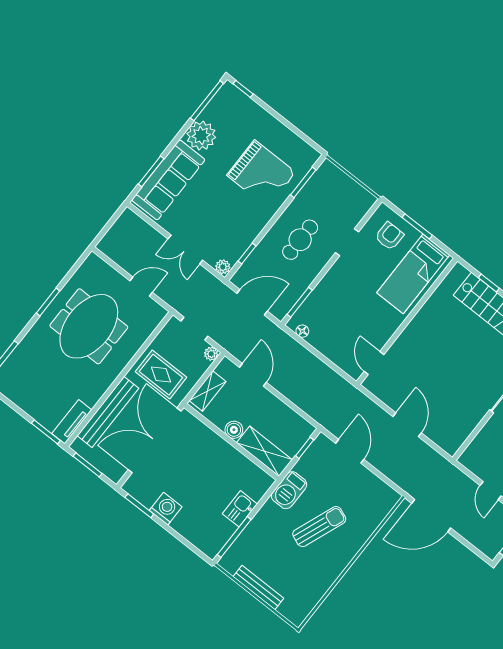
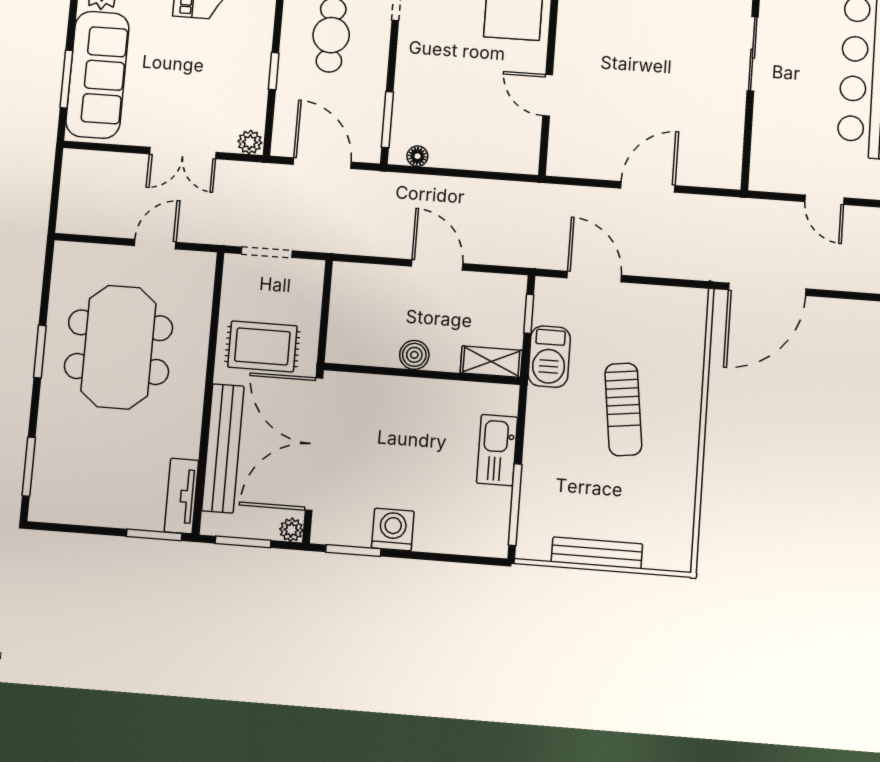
window: (247, 254) -> (274, 71), moved
door: (252, 302) -> (322, 163), hinge flipped
plant: (211, 354) -> (291, 530), moved
door: (374, 363) -> (548, 95), moved
door: (253, 375) -> (437, 265), moved
shelving: (207, 391) -> (342, 326), removed
door: (407, 425) -> (648, 187), hinge flipped
shelving: (264, 451) -> (491, 362), width x0.67, depth x0.75
barbecue: (289, 490) -> (549, 357), moved
kitchen sink: (240, 509) -> (497, 450), width x1.38
sun lounger: (319, 527) -> (623, 409), turned 152

